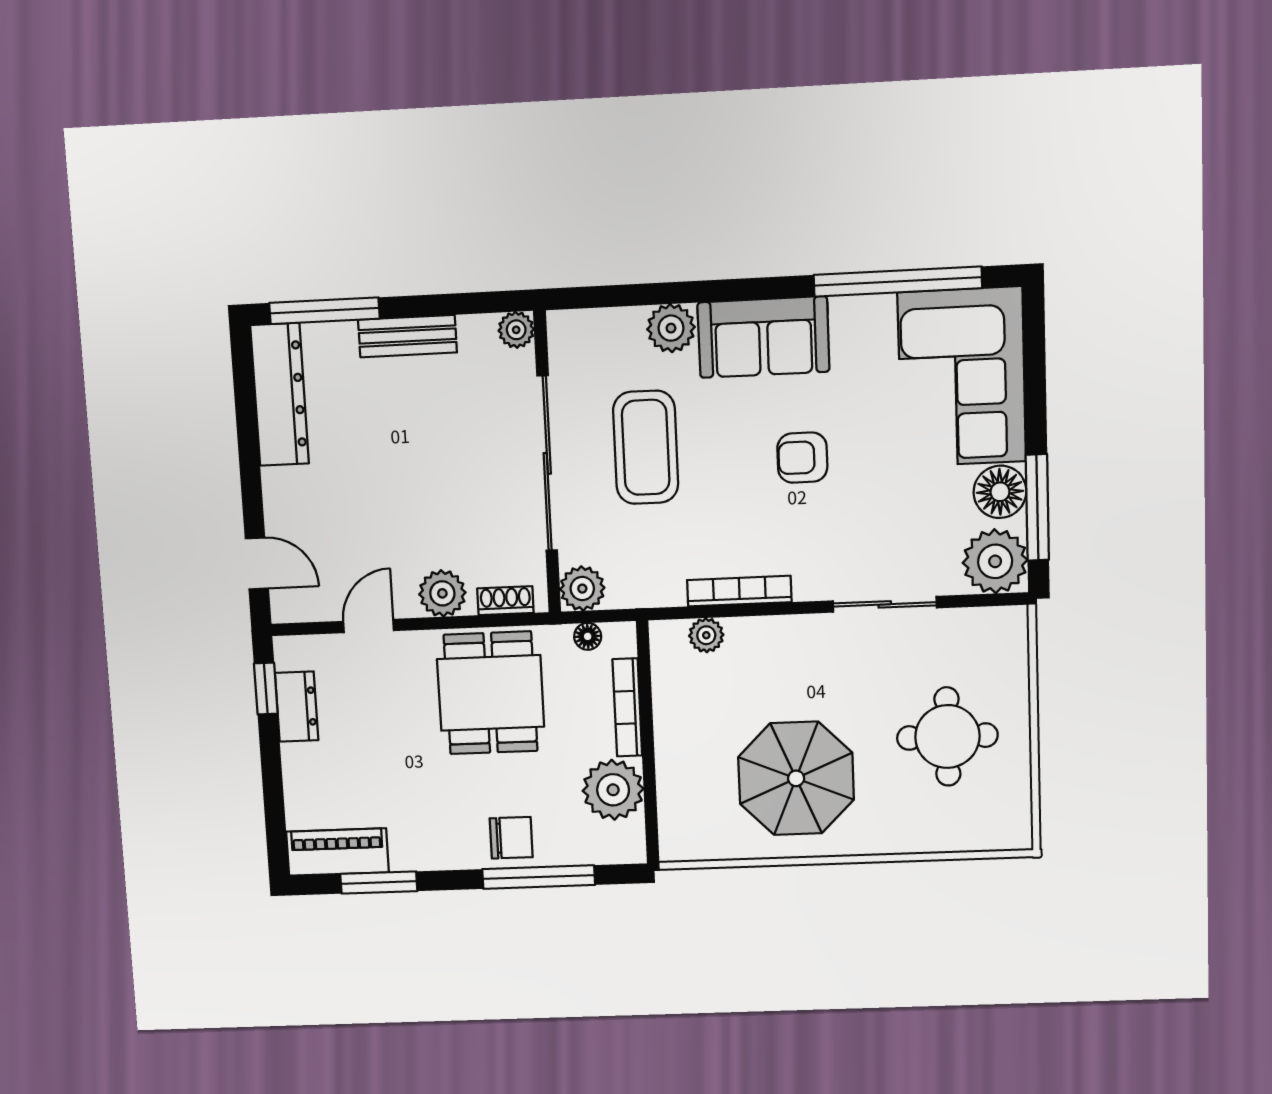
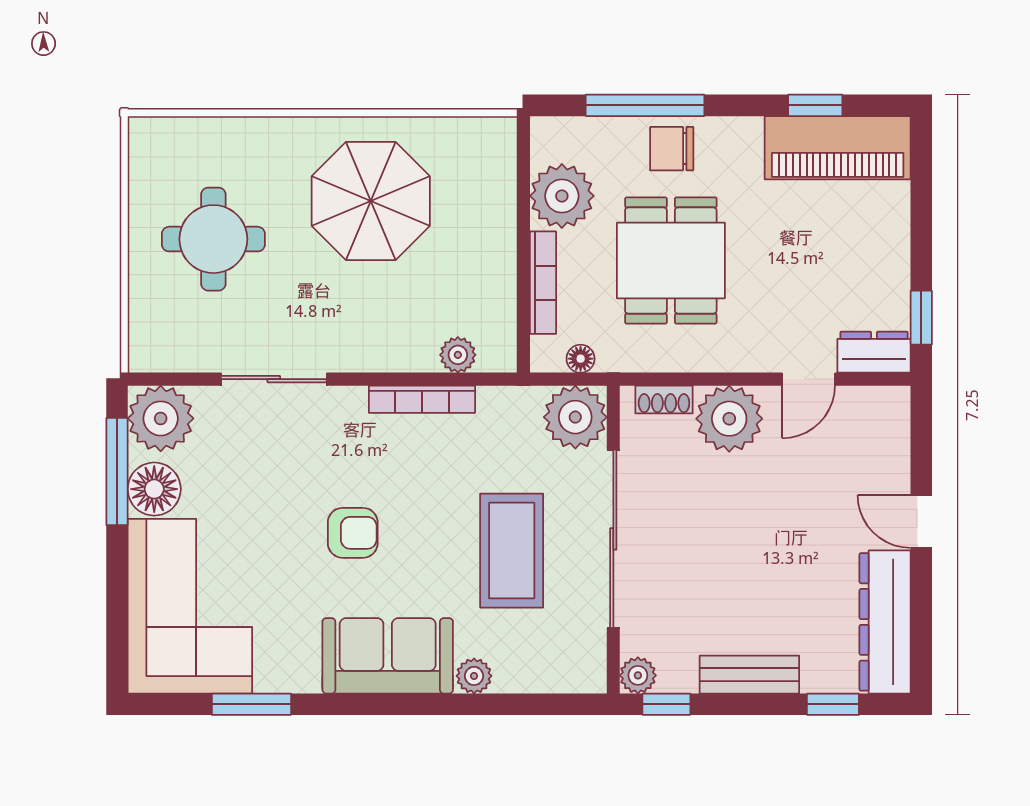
window: (898, 281) -> (251, 704), width x0.47
window: (487, 302) -> (666, 704), added
window: (324, 311) -> (833, 704), width x0.46
plant: (671, 328) -> (474, 676), width x0.73, depth x0.73
door: (257, 563) -> (921, 521), moved
plant: (582, 589) -> (575, 417), width x1.36, depth x1.36
plant: (442, 593) -> (729, 419), width x1.36, depth x1.36
dining table: (491, 693) -> (671, 260), moved
dresser: (297, 707) -> (874, 352), moved, turned 90
piano: (337, 852) -> (838, 148), width x1.37, depth x1.33
window: (379, 882) -> (815, 105), width x0.67

